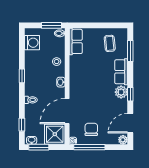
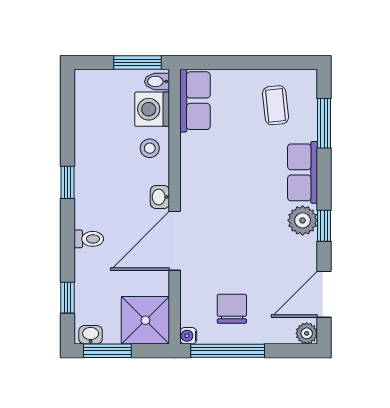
washing machine: (32, 43) -> (152, 109), moved, turned 180
door: (67, 111) -> (175, 241), moved

